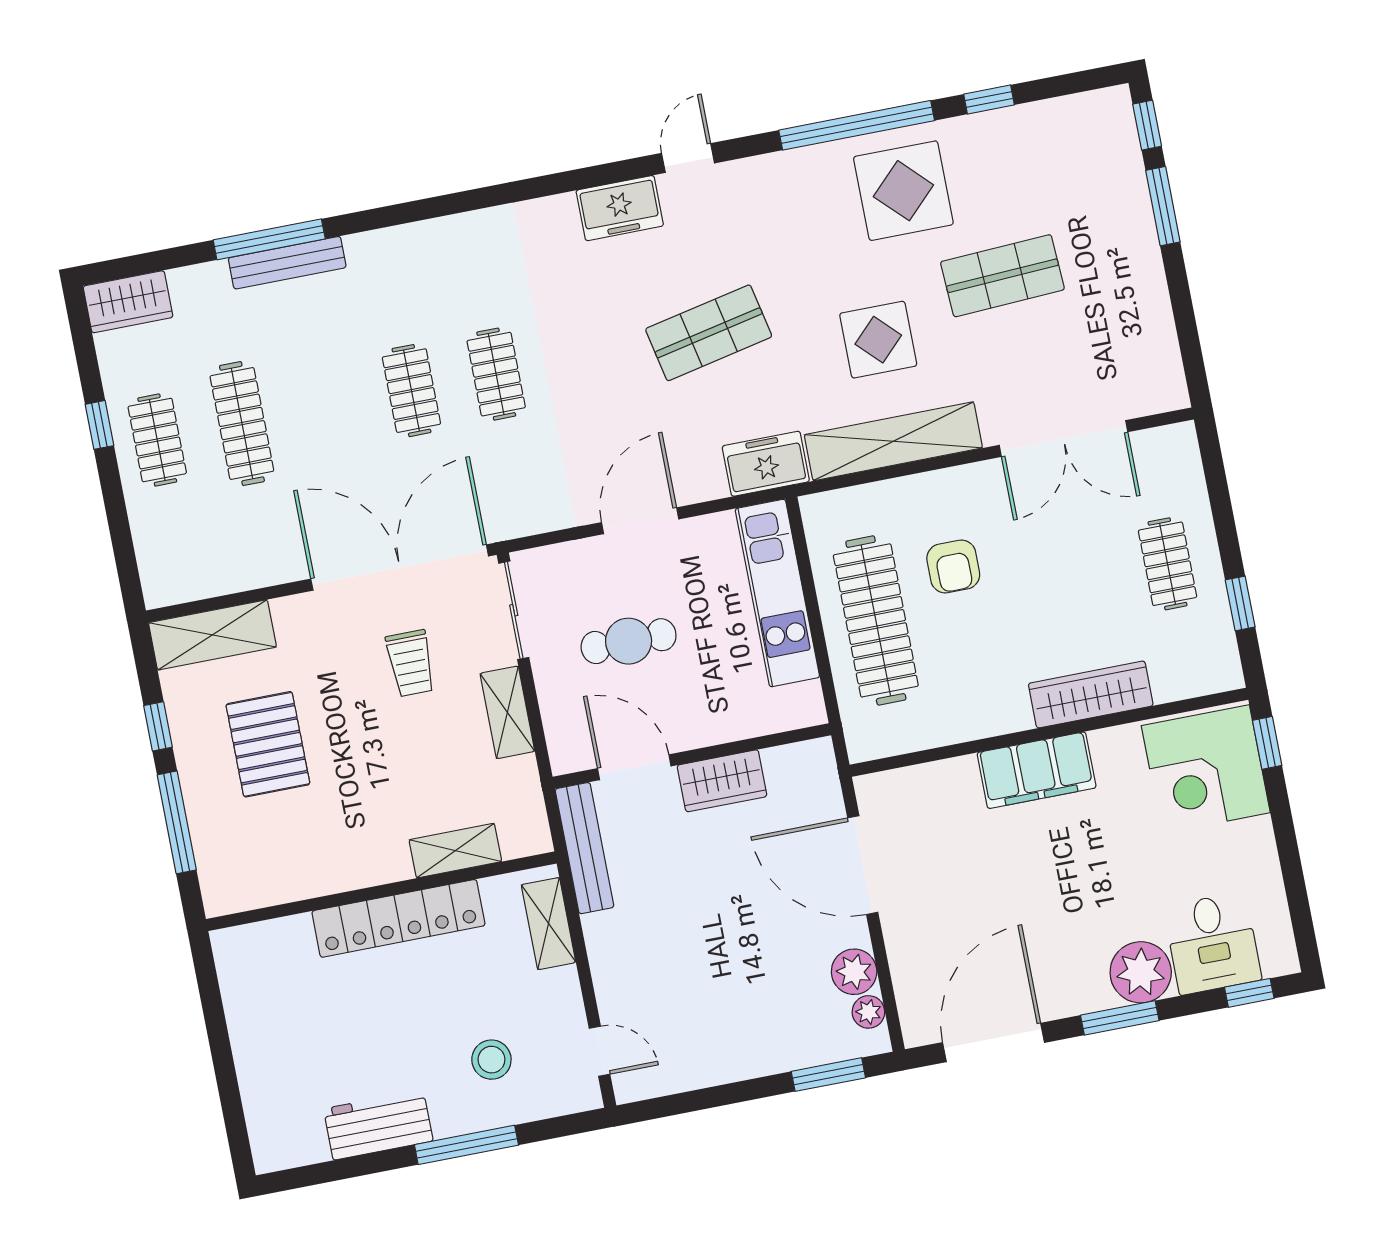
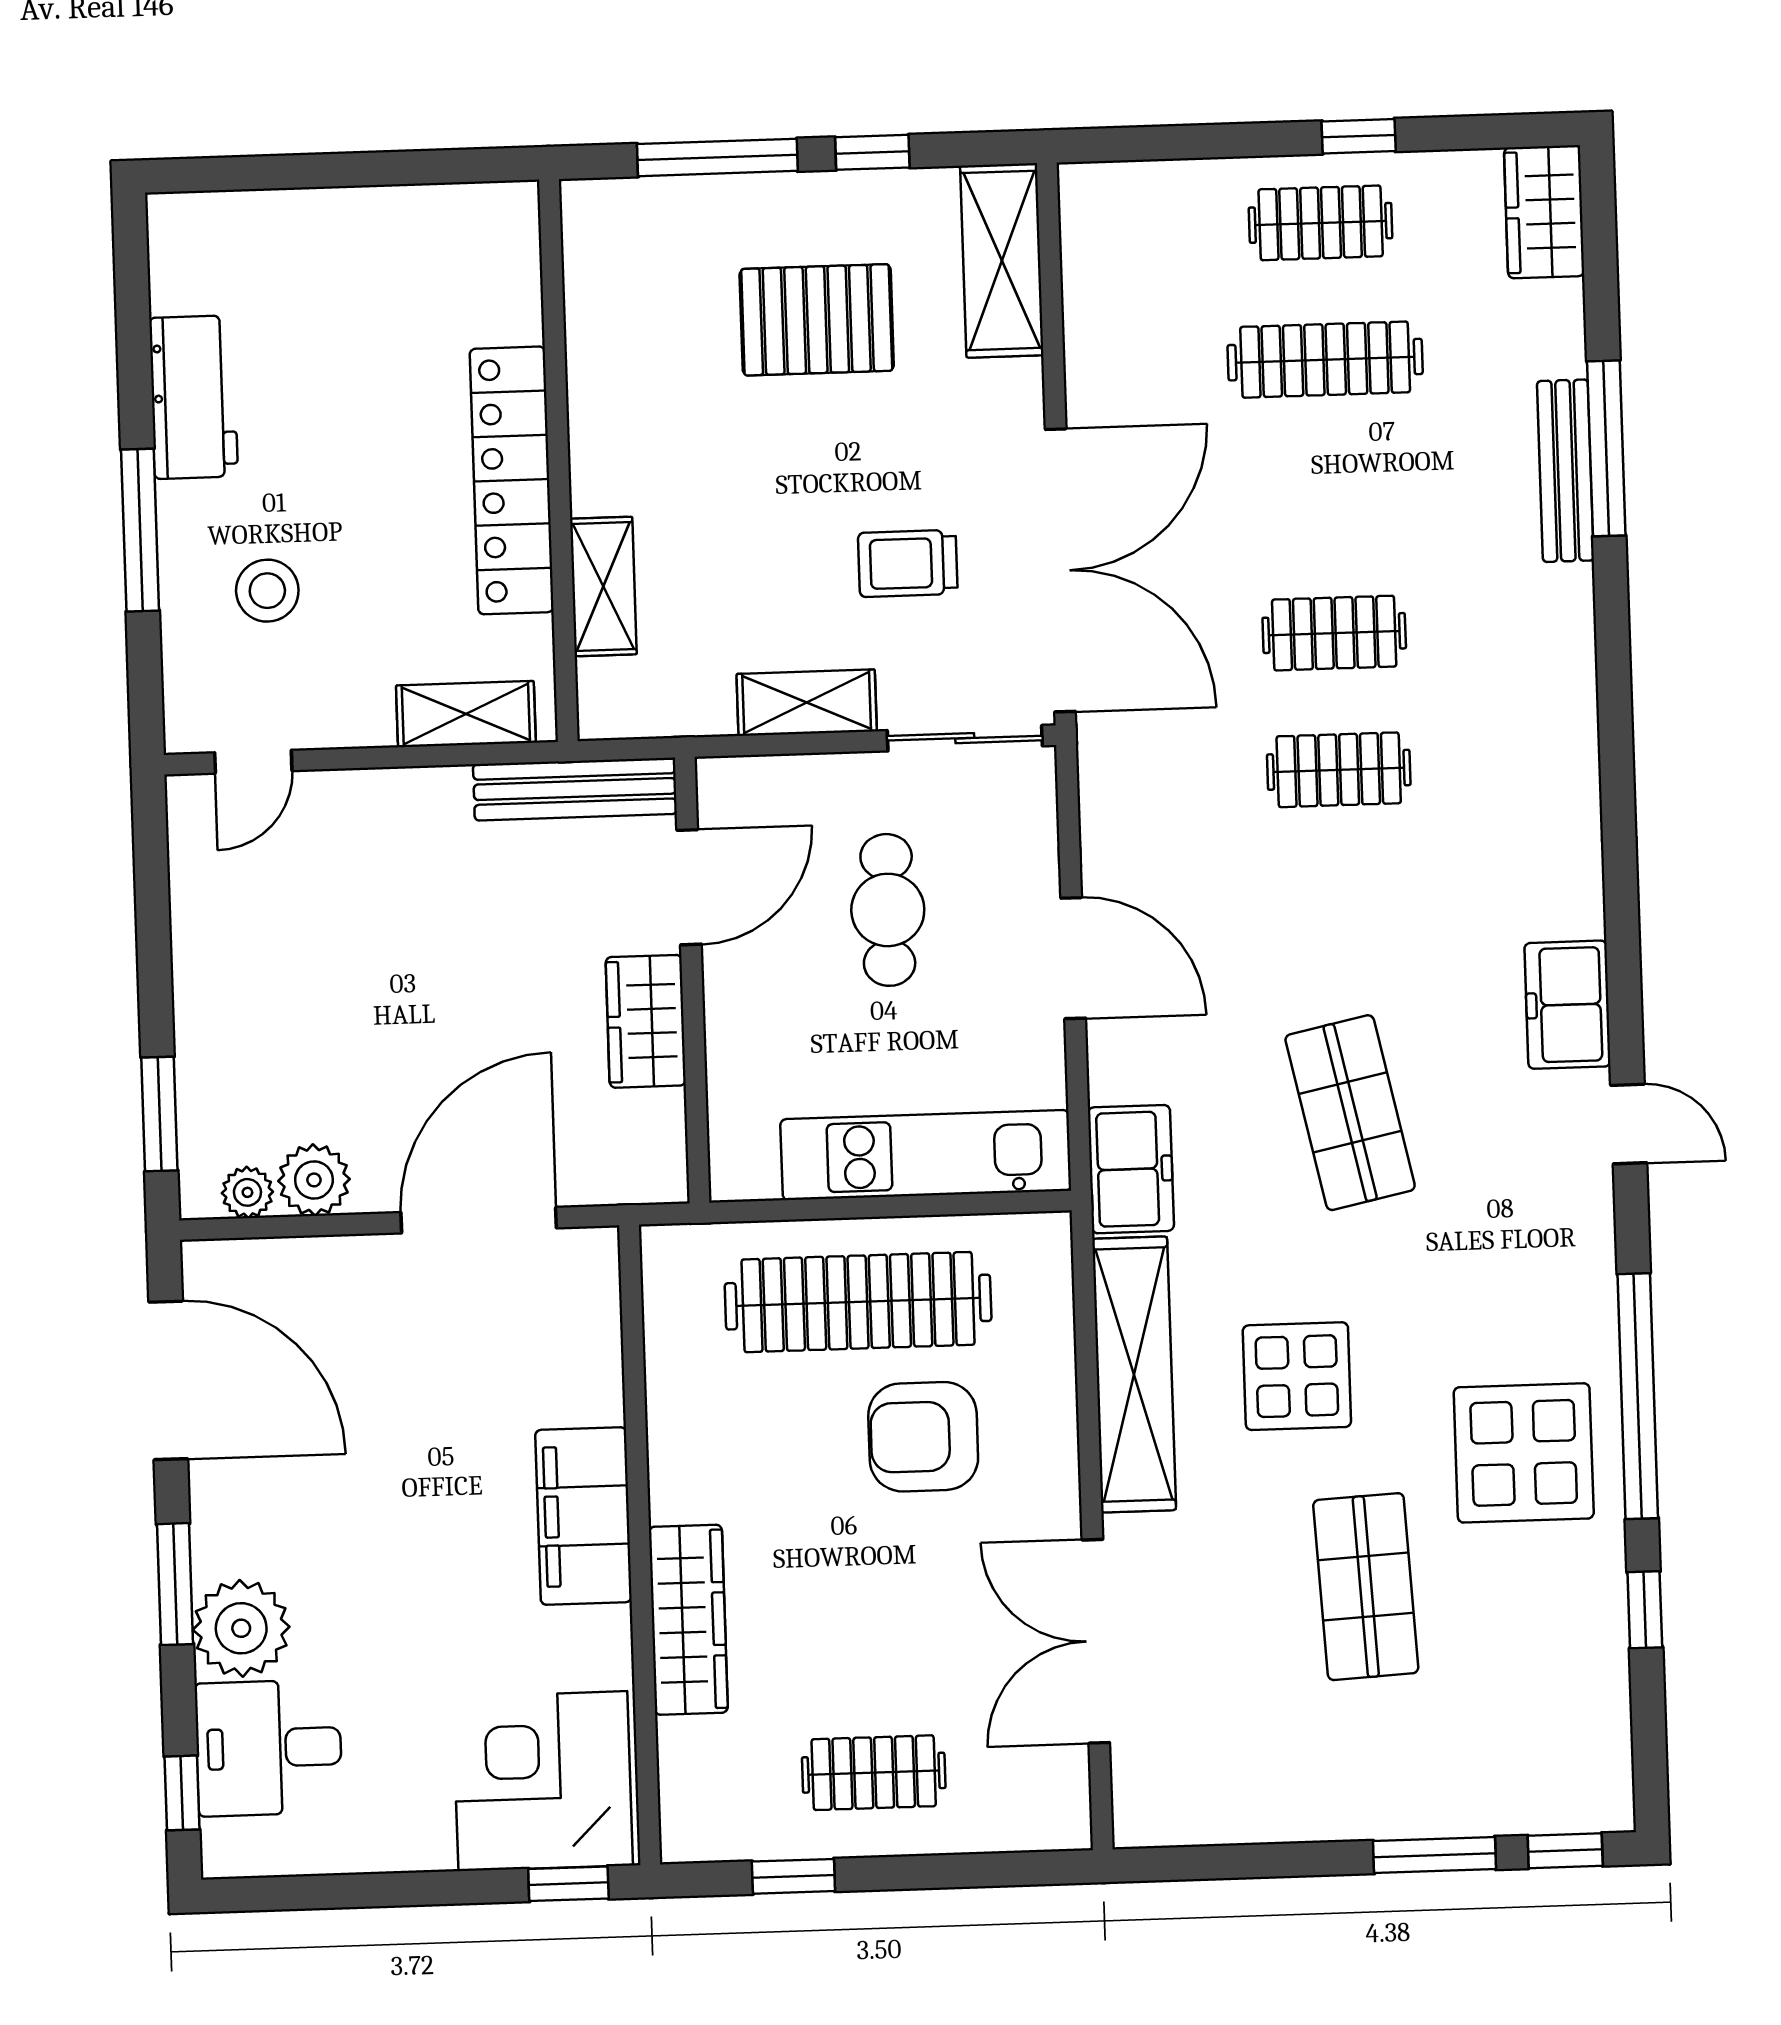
armchair: (953, 566) -> (923, 1437), width x1.38, depth x1.38

